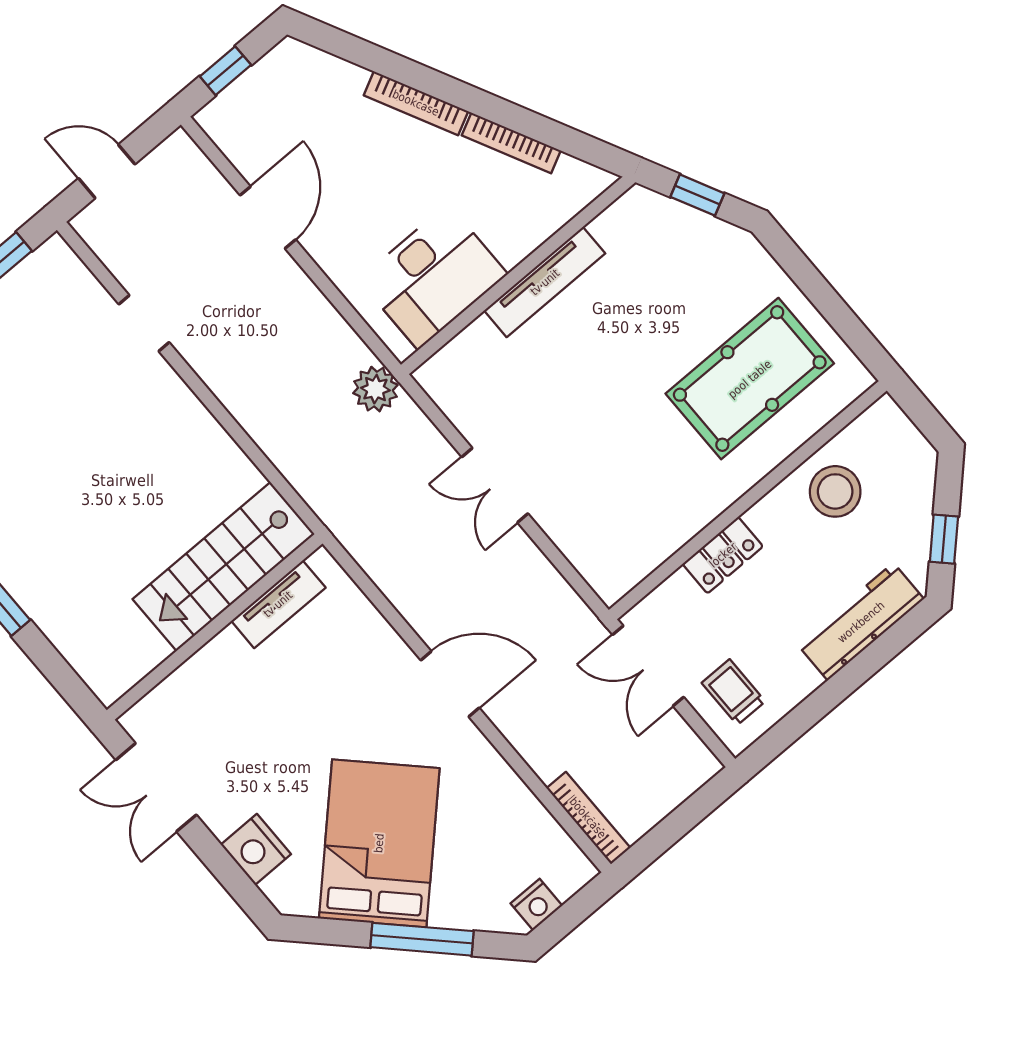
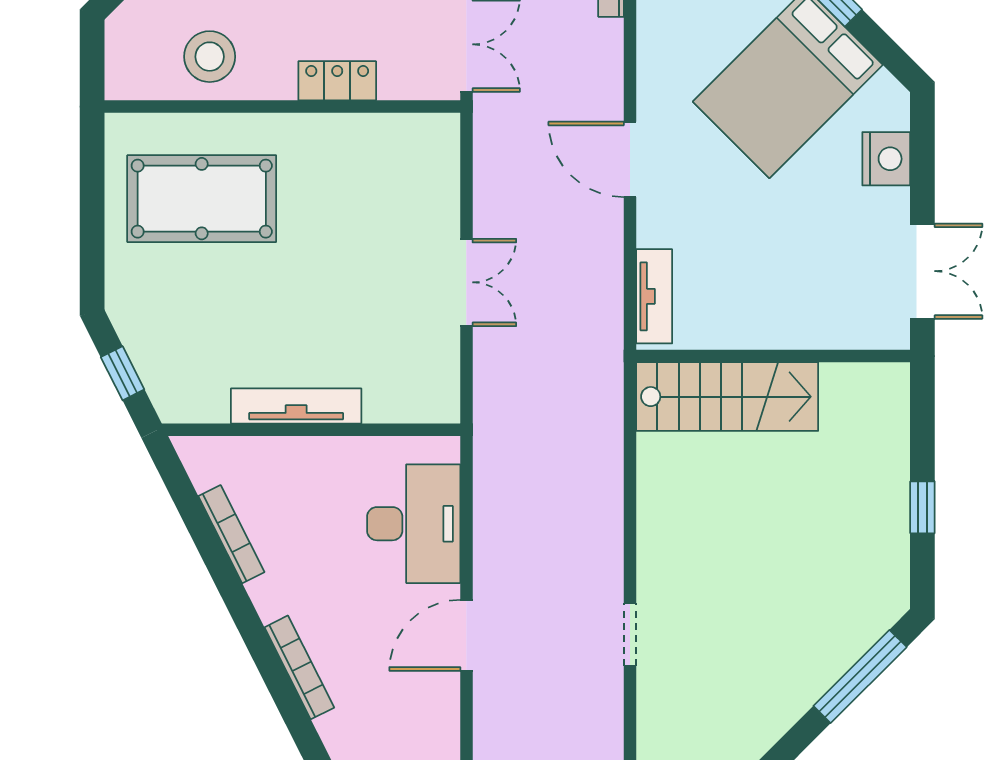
bookcase: (416, 103) -> (299, 667), moved
desk: (433, 277) -> (414, 524), moved, turned 90
plant: (375, 389) -> (495, 434), removed
tv unit: (278, 604) -> (654, 296), moved, turned 90

